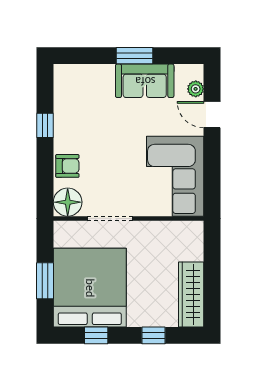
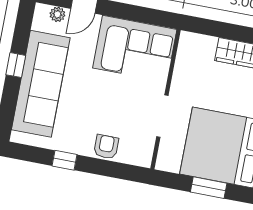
window: (134, 56) -> (16, 65), width x0.67
sofa: (145, 81) -> (41, 84), width x1.85, depth x1.27
floor lamp: (68, 202) -> (140, 153), removed

